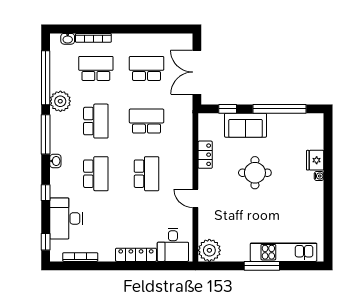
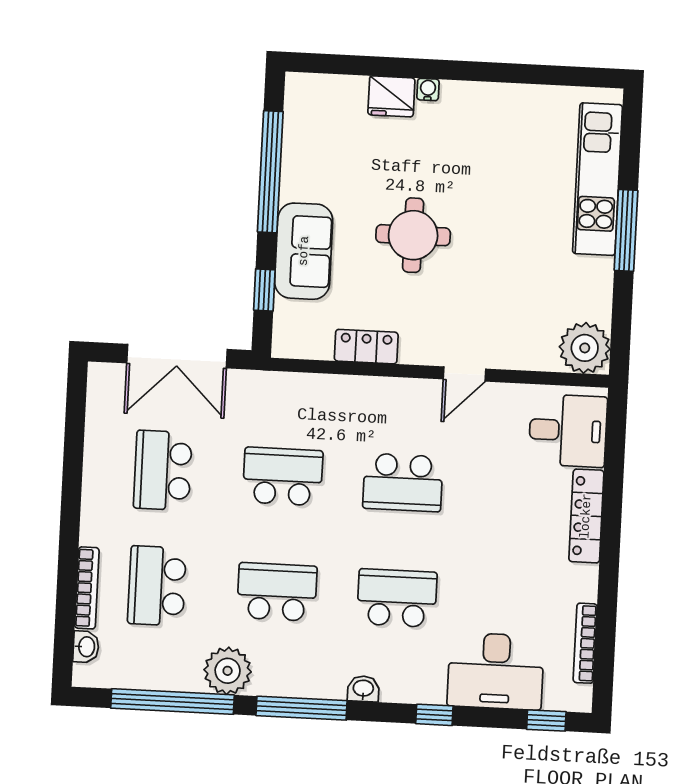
school desk: (147, 121) -> (283, 476), turned 90
school desk: (147, 174) -> (403, 483), turned 180

